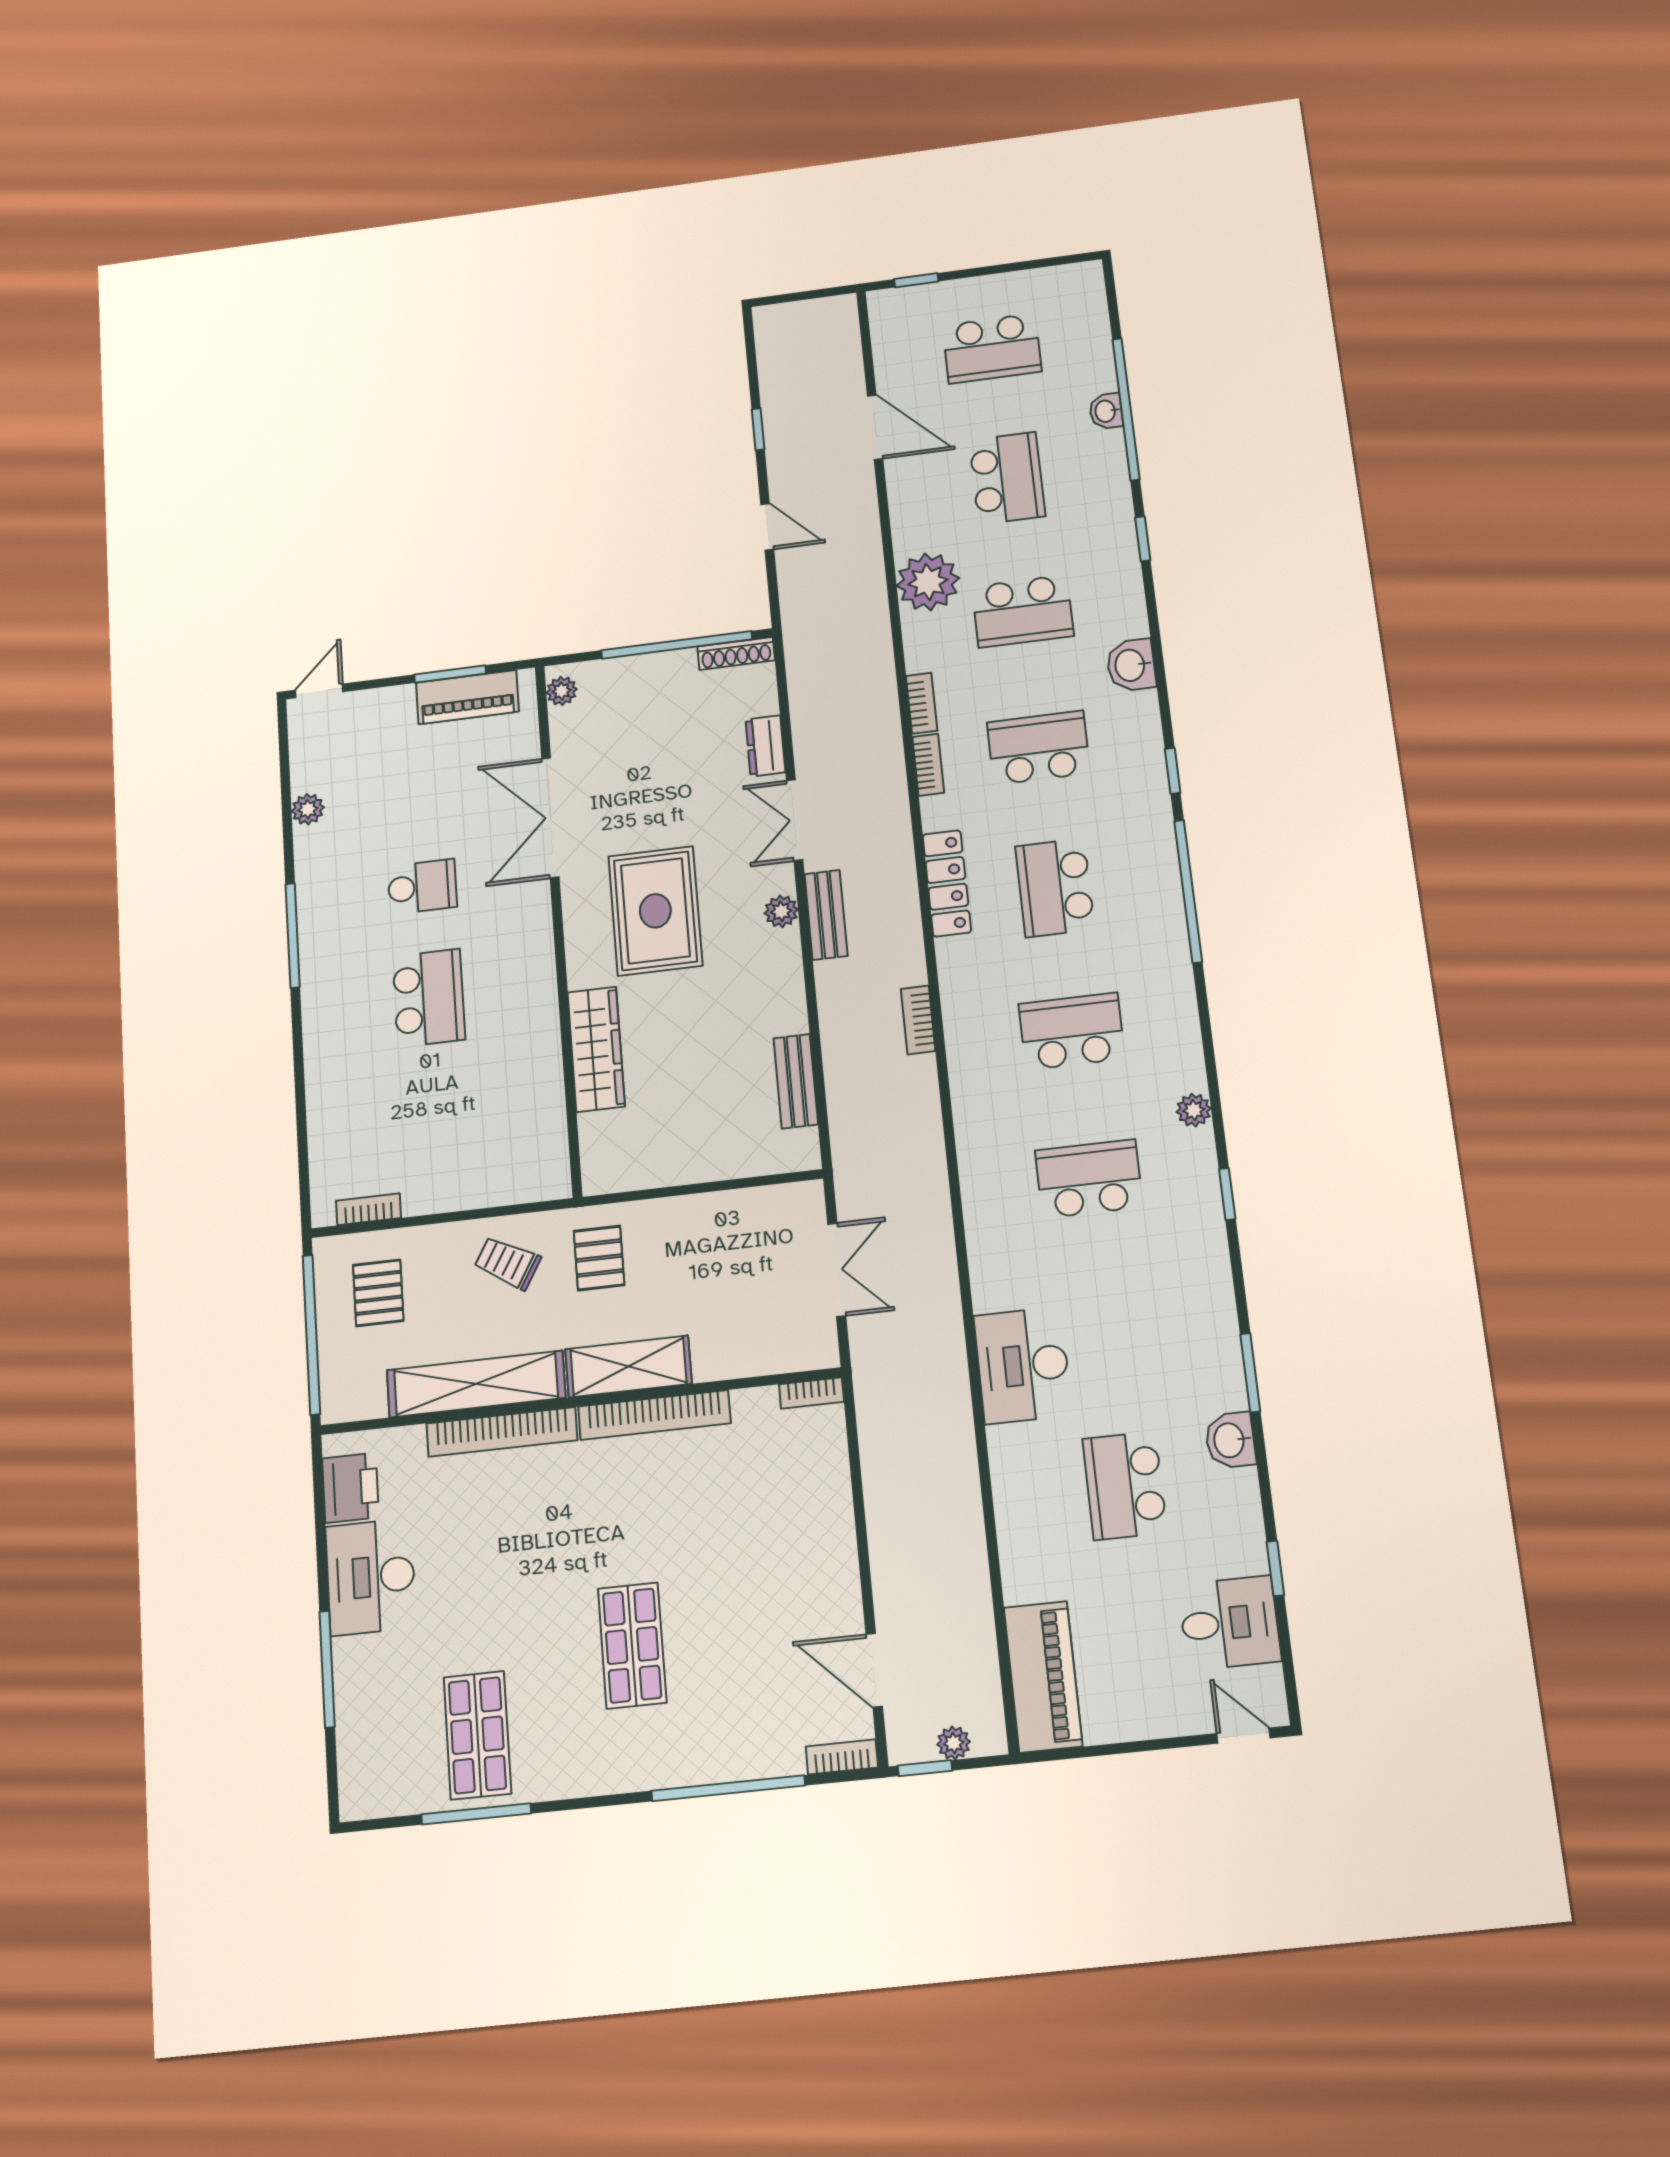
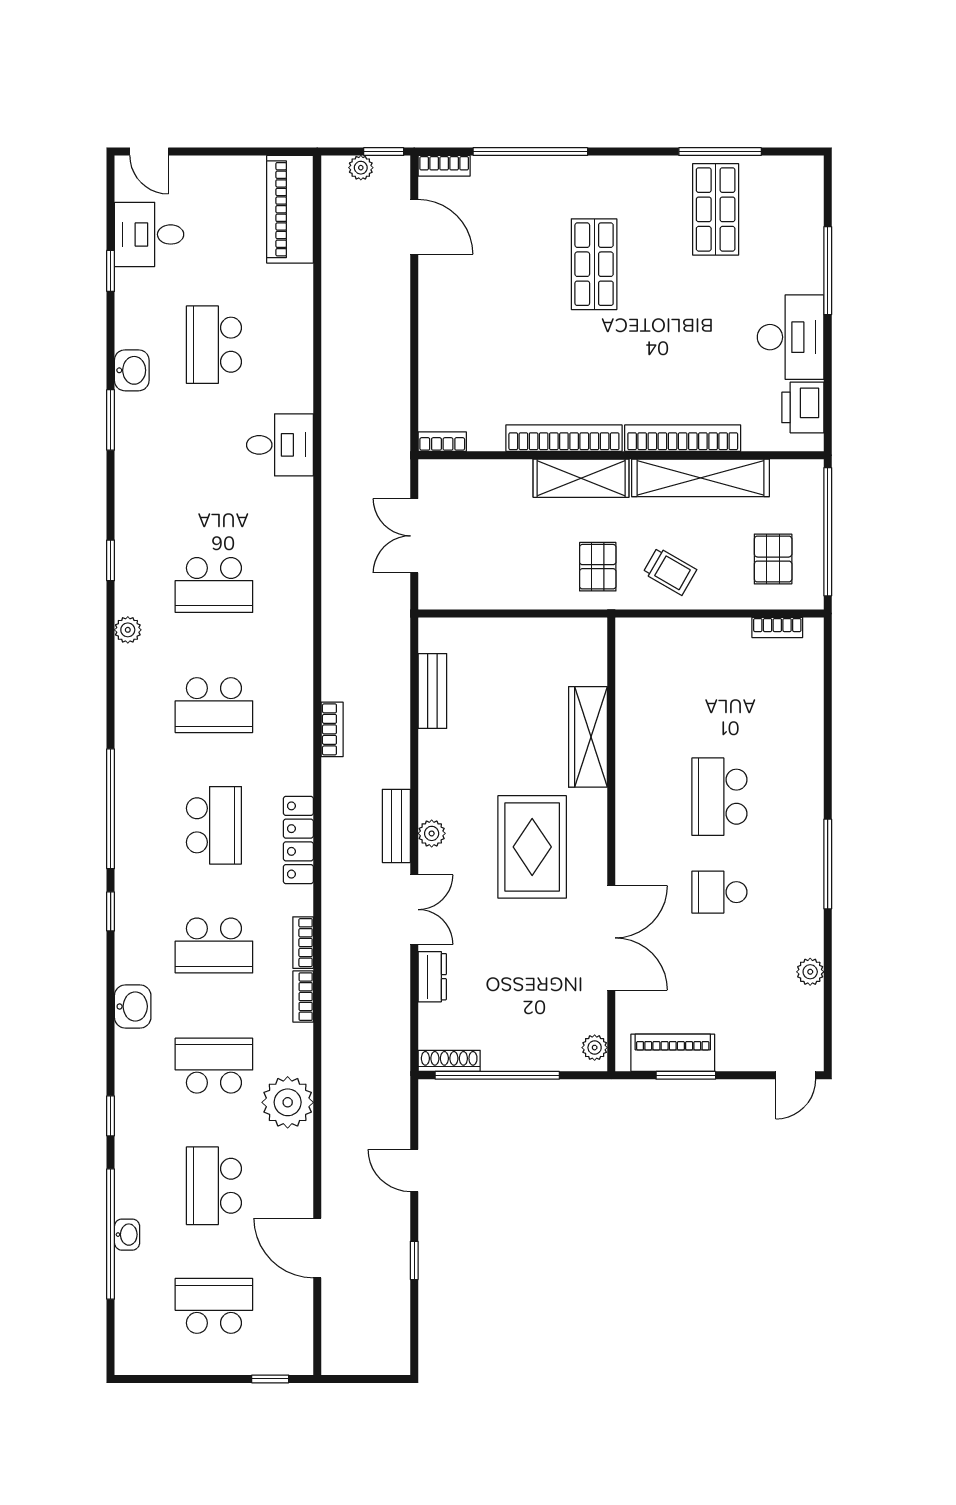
desk: (1023, 1365) -> (280, 445), width x0.73
school desk: (1125, 1486) -> (214, 345), turned 180

